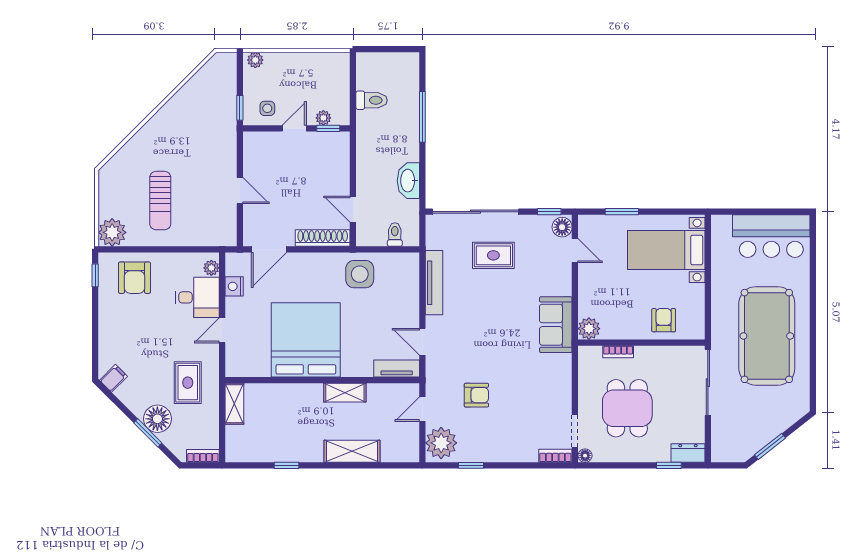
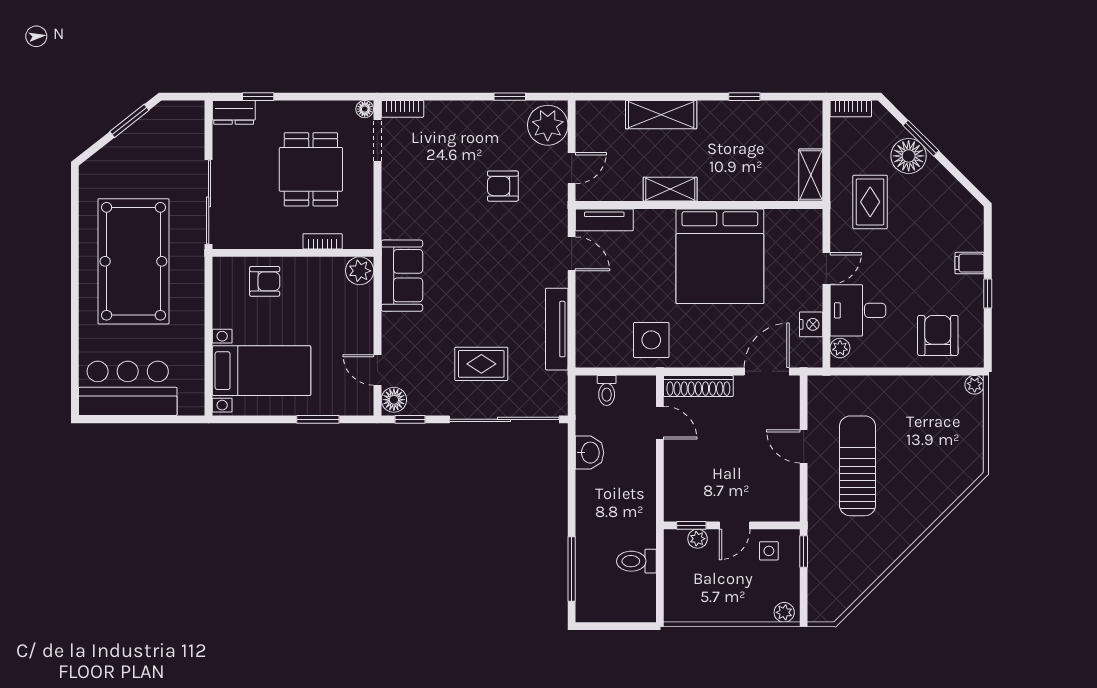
window: (422, 117) -> (572, 569), moved
washbasin: (408, 181) -> (589, 453), width x0.72
sun lounger: (160, 201) -> (858, 466), moved, width x1.36, depth x1.34
plant: (112, 232) -> (975, 385), width x0.53, depth x0.53
window: (95, 275) -> (988, 293), moved
armchair: (664, 320) -> (265, 281), turned -90
filing cabinet: (113, 378) -> (970, 263), moved, turned 45

